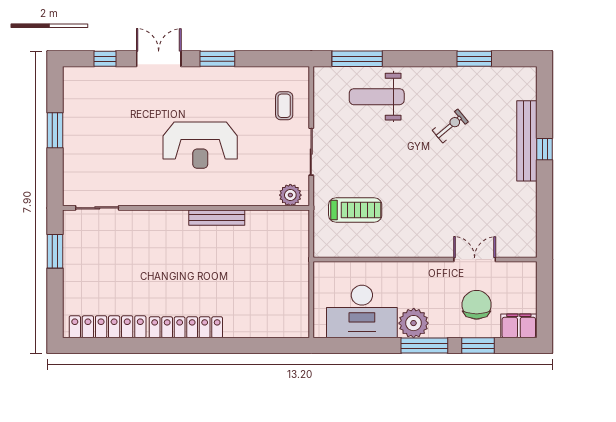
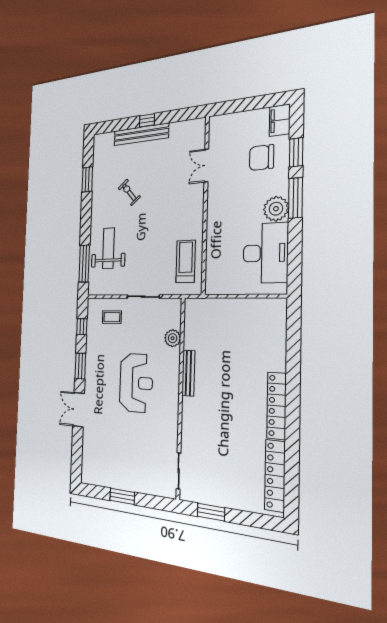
window: (105, 59) -> (82, 327), moved
weight bench: (377, 97) -> (108, 248), turned 180
plant: (290, 195) -> (173, 338), moved
wall: (425, 260) -> (205, 205), moved
double door: (475, 260) -> (206, 165), moved

